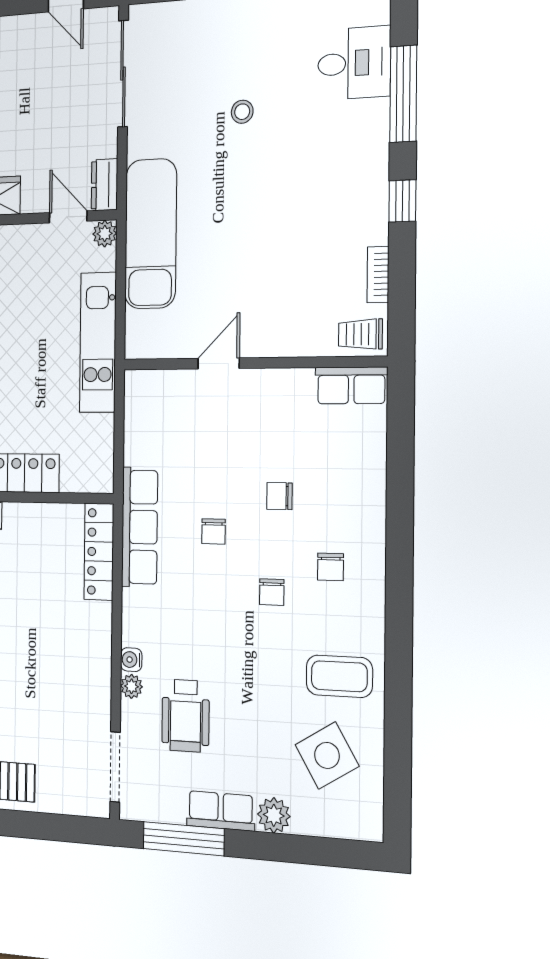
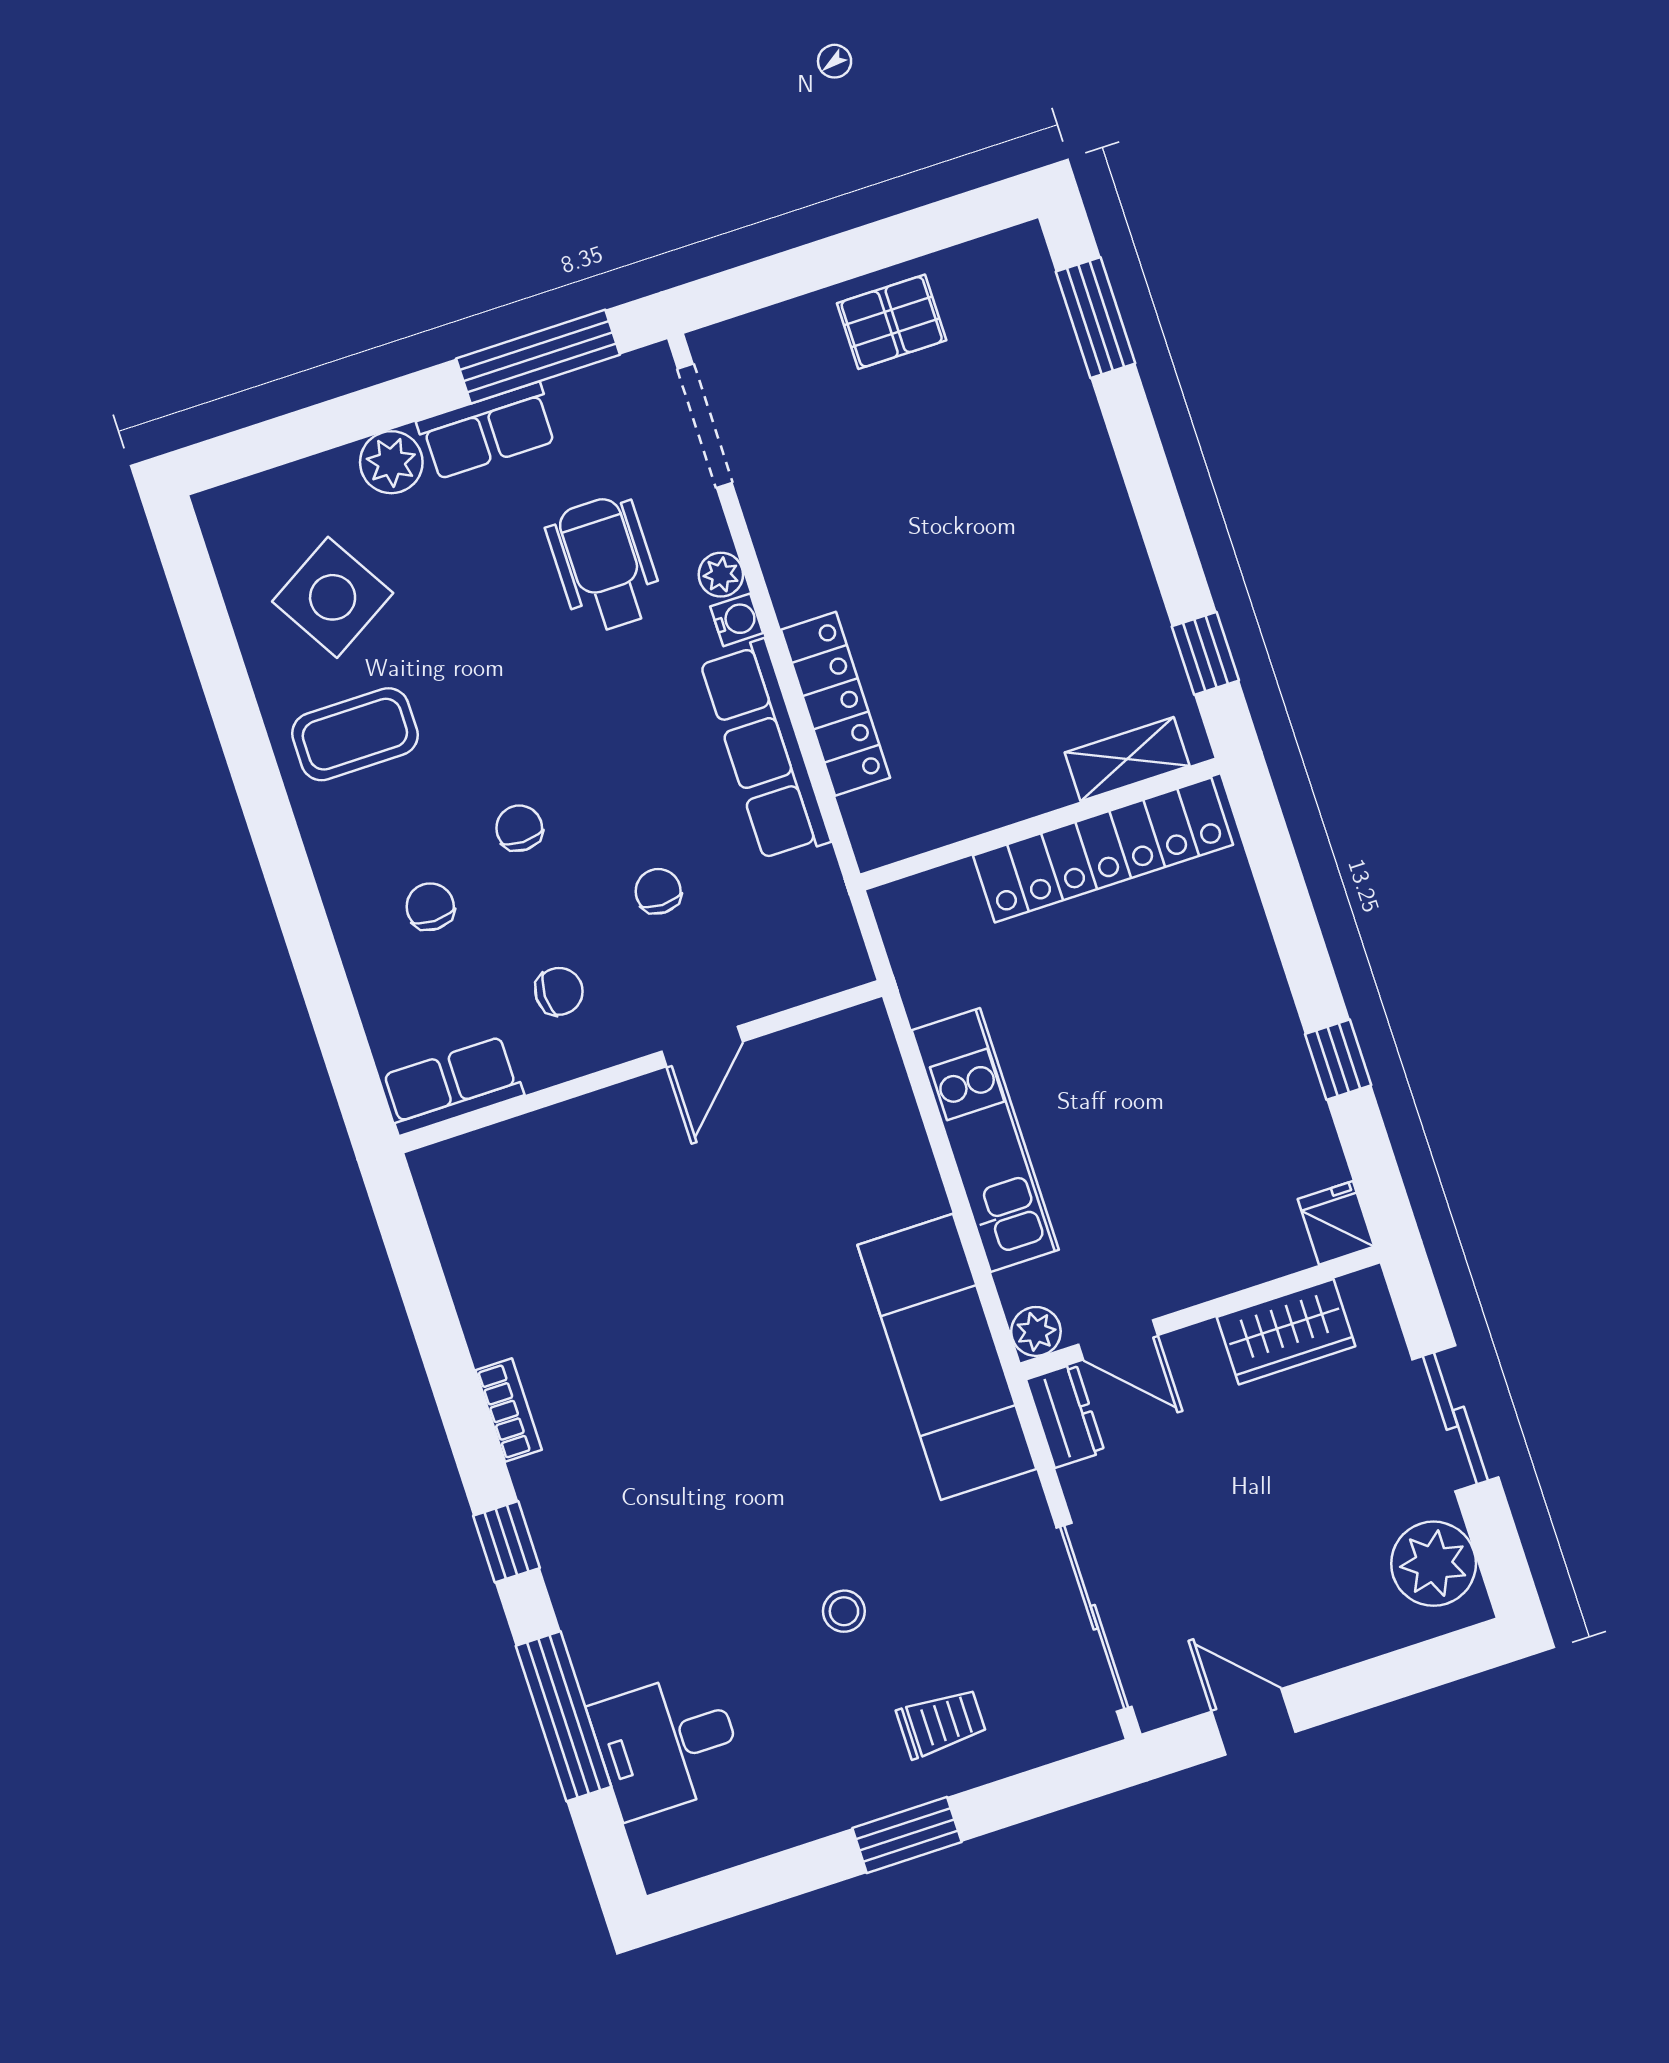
trolley: (360, 334) -> (941, 1723), moved
door: (219, 363) -> (702, 1047), moved
wall: (252, 363) -> (640, 1067), moved
row of seats: (351, 385) -> (452, 1086), moved
row of seats: (140, 527) -> (765, 751), moved
locker: (99, 552) -> (835, 704), moved

